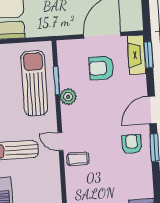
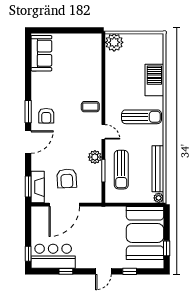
armchair: (101, 68) -> (67, 178), turned 87
sun lounger: (34, 83) -> (121, 170), width x0.73, depth x0.75
door: (60, 142) -> (103, 132), moved

